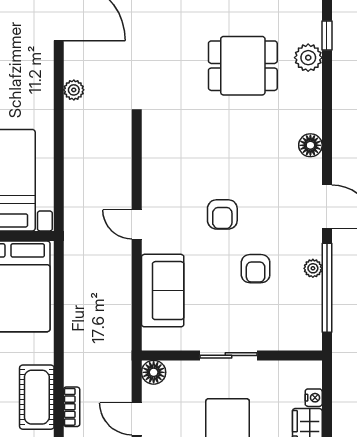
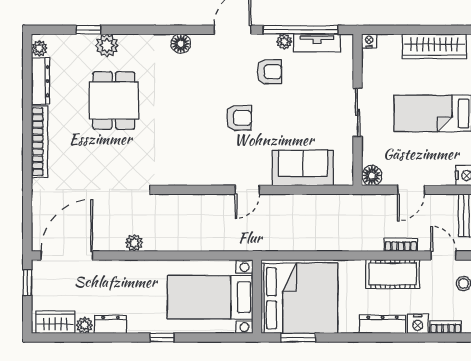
armchair: (256, 269) -> (269, 72), moved
tv unit: (311, 307) -> (317, 43), added
nightstand: (314, 398) -> (369, 41), moved

